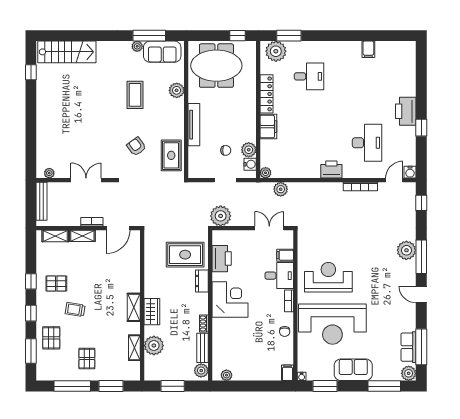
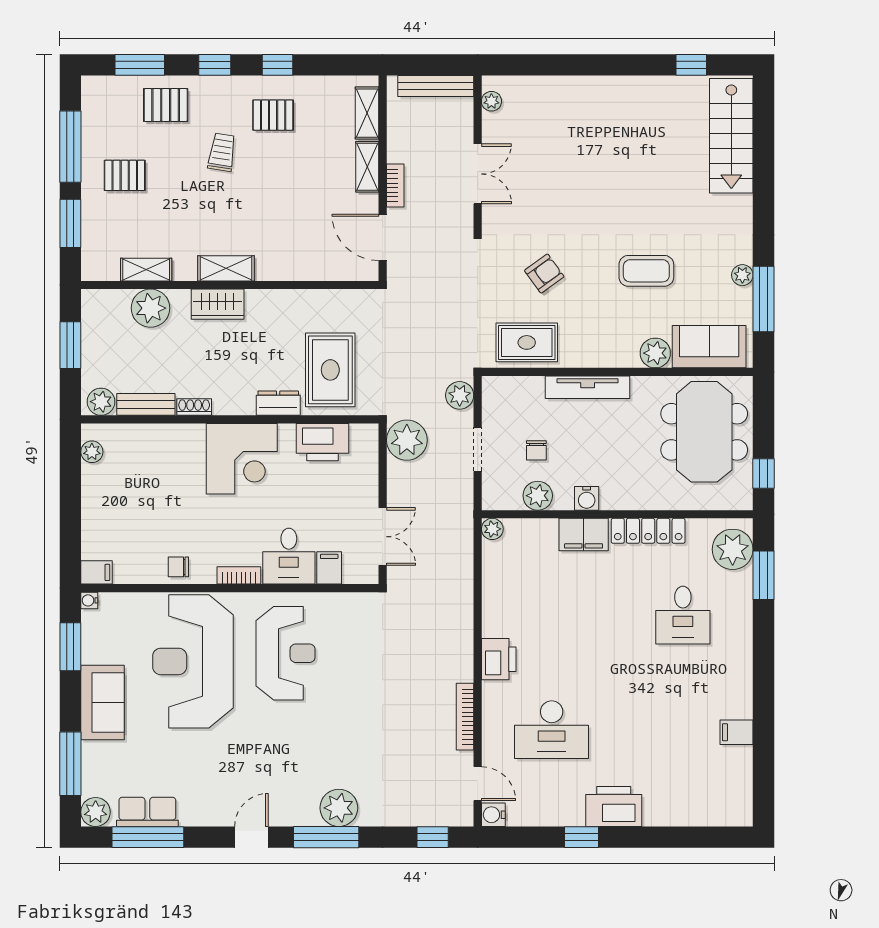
sofa: (162, 52) -> (709, 347), moved, turned 90
water cooler: (250, 164) -> (587, 498), moved
plant: (281, 189) -> (460, 395), moved
pallet: (56, 284) -> (273, 115), turned 90

